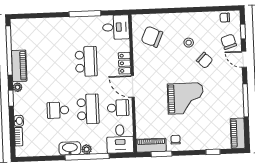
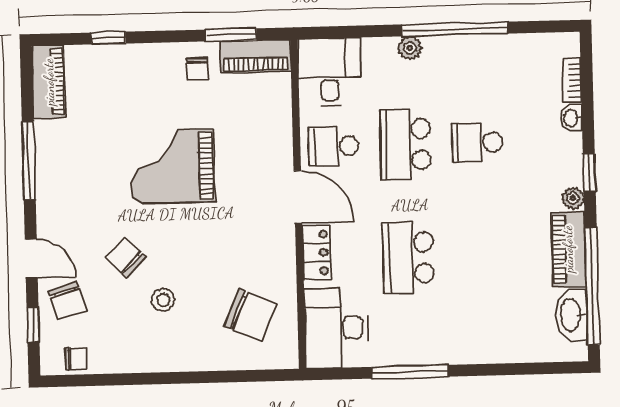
desk: (116, 27) -> (336, 328), width x1.37
school desk: (58, 110) -> (477, 142), turned 180
washbasin: (70, 148) -> (571, 315), moved, turned 90
window: (87, 157) -> (455, 29), moved

